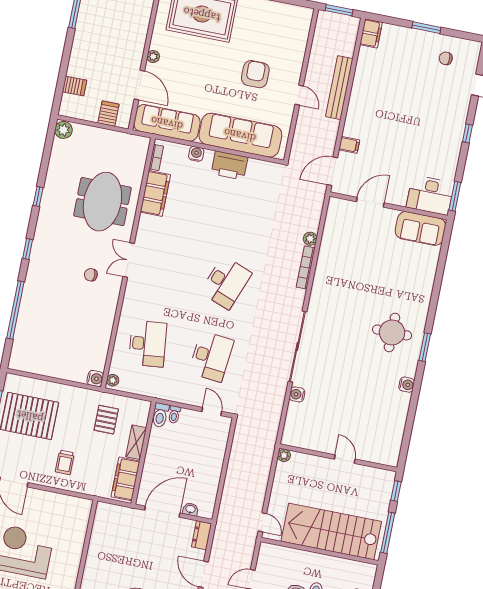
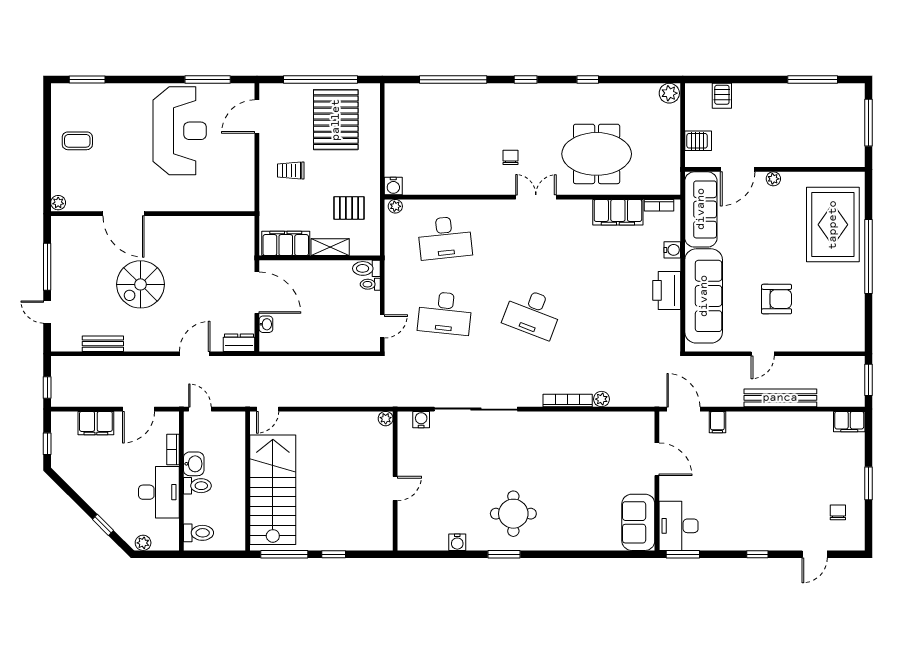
plant: (284, 455) -> (386, 419), moved
wall: (338, 458) -> (395, 481), moved
door: (345, 459) -> (395, 489), moved

